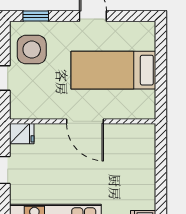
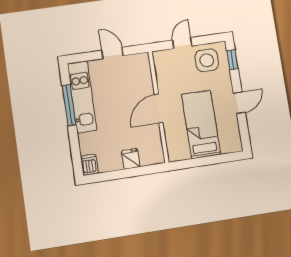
fridge: (22, 134) -> (131, 159), moved, turned 180

